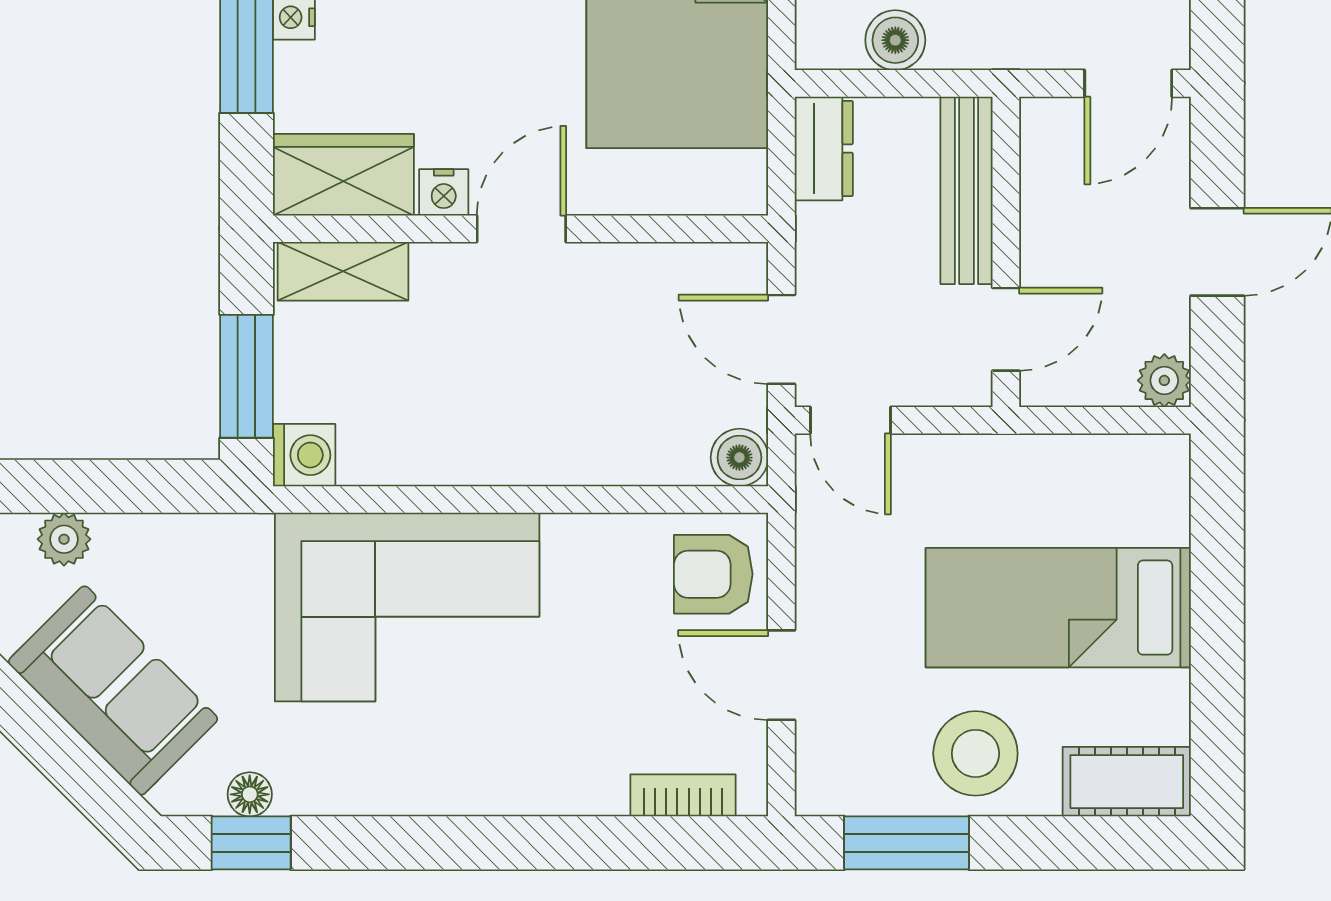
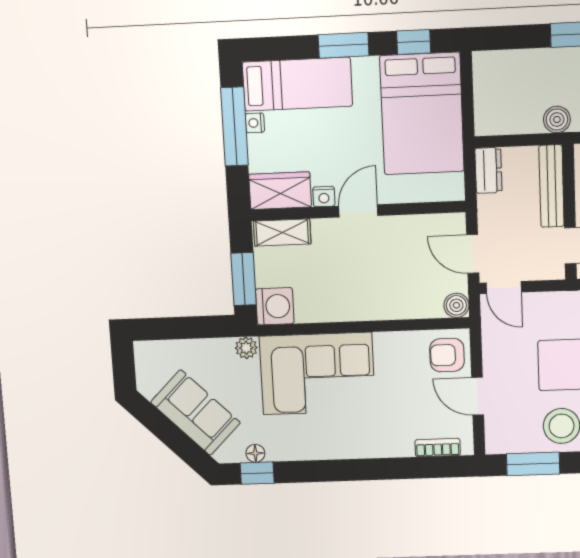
boiler: (895, 40) -> (557, 120), moved
washing machine: (304, 455) -> (275, 306), width x1.38, depth x1.38
plant: (64, 539) -> (246, 348), moved

